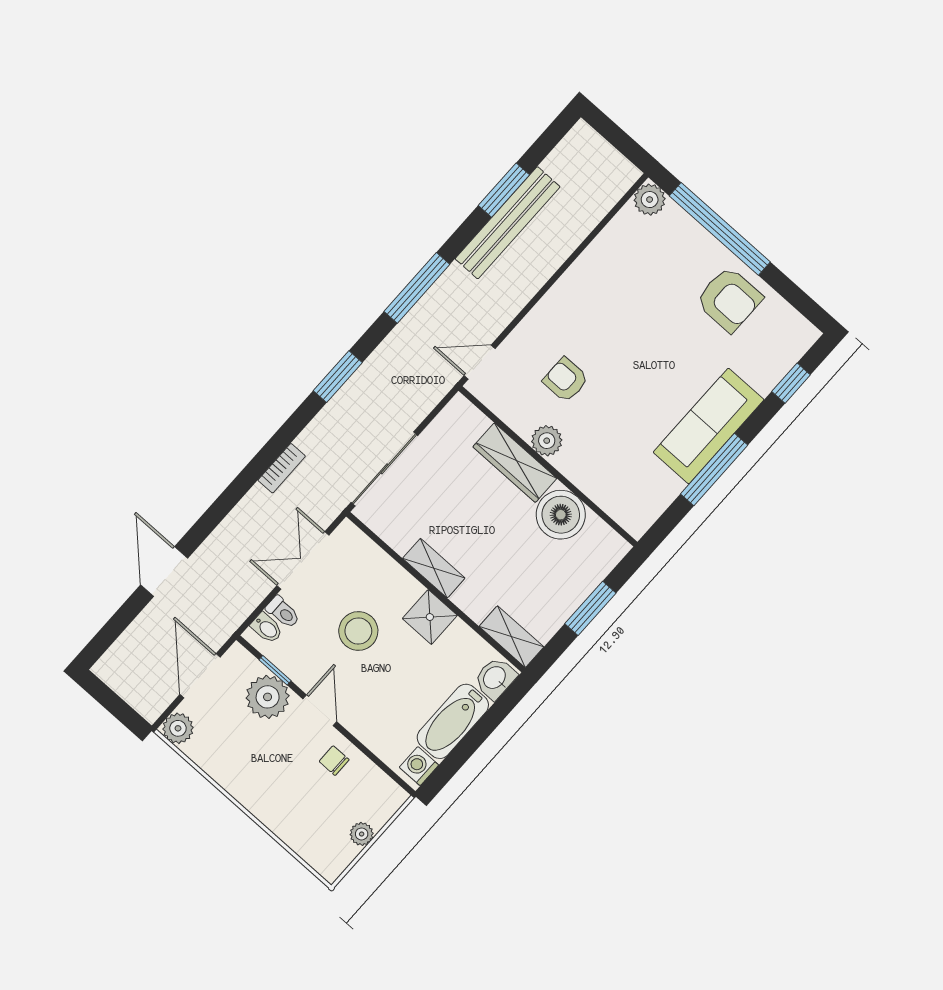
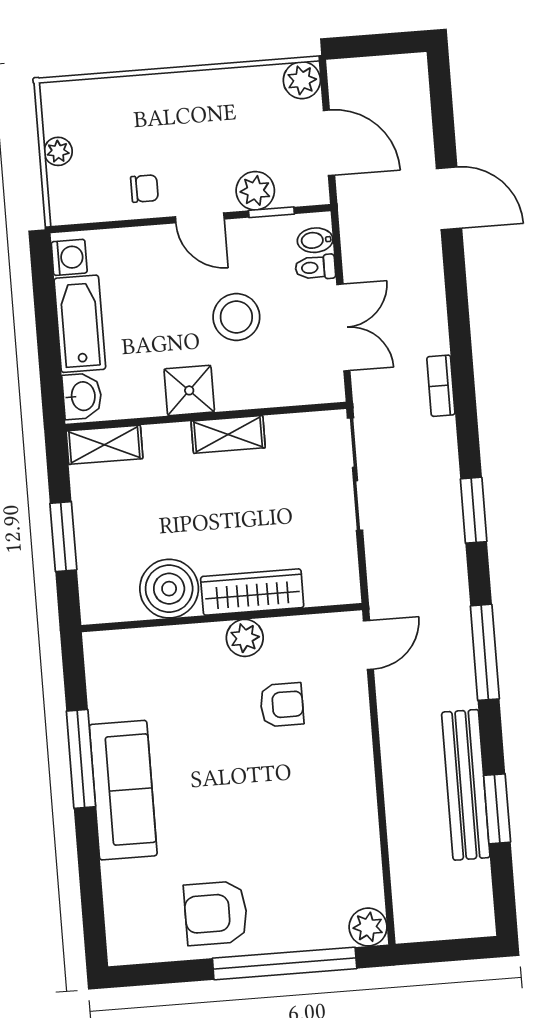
window: (791, 383) -> (92, 897), removed
plant: (268, 697) -> (255, 191), width x0.73, depth x0.73

